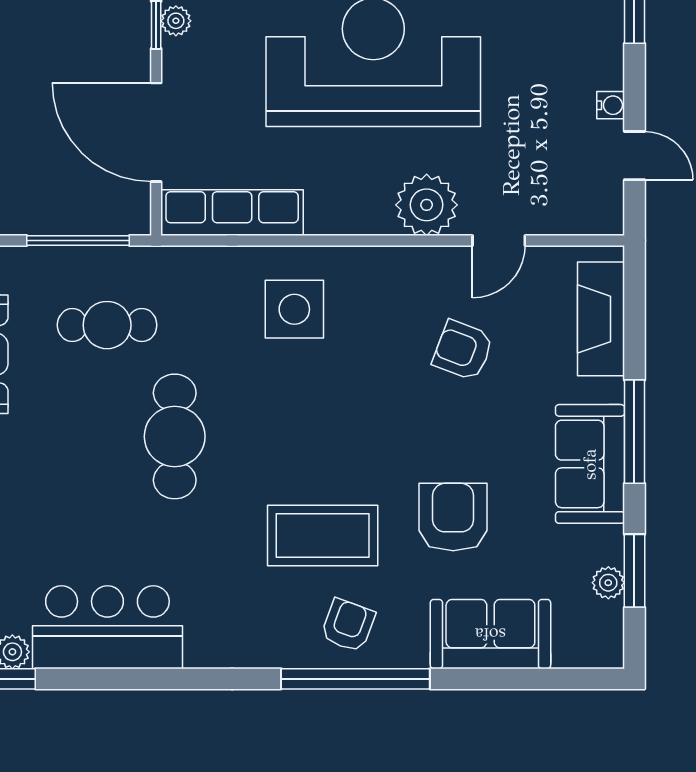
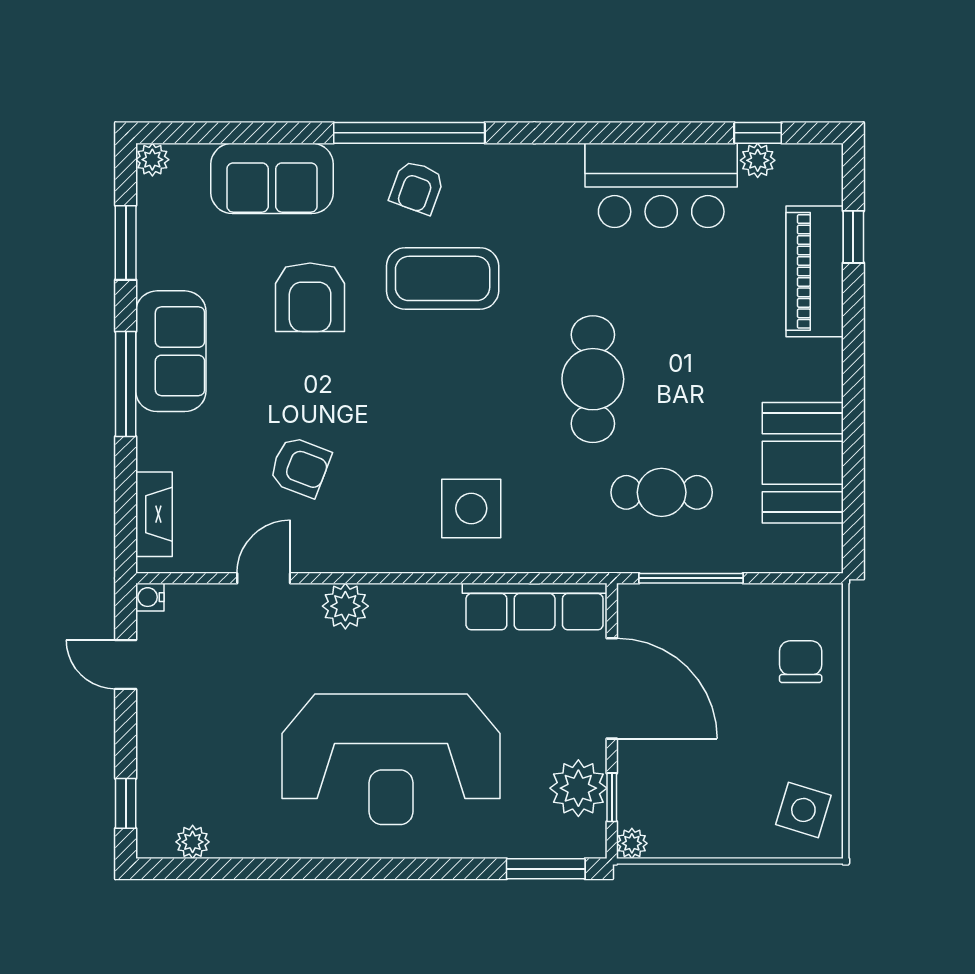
plant: (176, 21) -> (578, 788), width x1.87, depth x1.87
water cooler: (611, 105) -> (150, 597), moved
plant: (427, 205) -> (345, 606), width x0.73, depth x0.73
fireplace: (601, 319) -> (154, 514), width x0.73, depth x0.76
plant: (608, 583) -> (152, 160), moved

